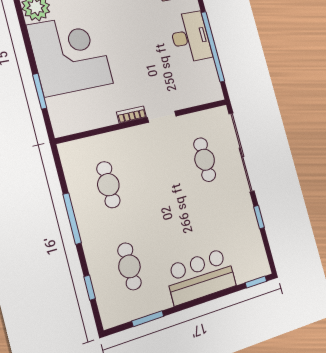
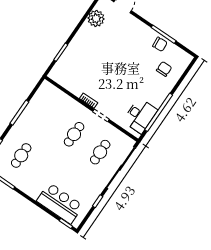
desk: (190, 37) -> (140, 116), moved
corner desk: (70, 55) -> (89, 51), removed
cafe table: (108, 185) -> (74, 134), moved
bar counter: (201, 276) -> (60, 203), moved

